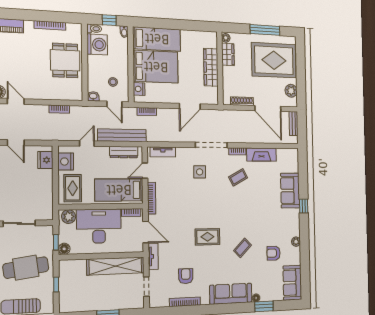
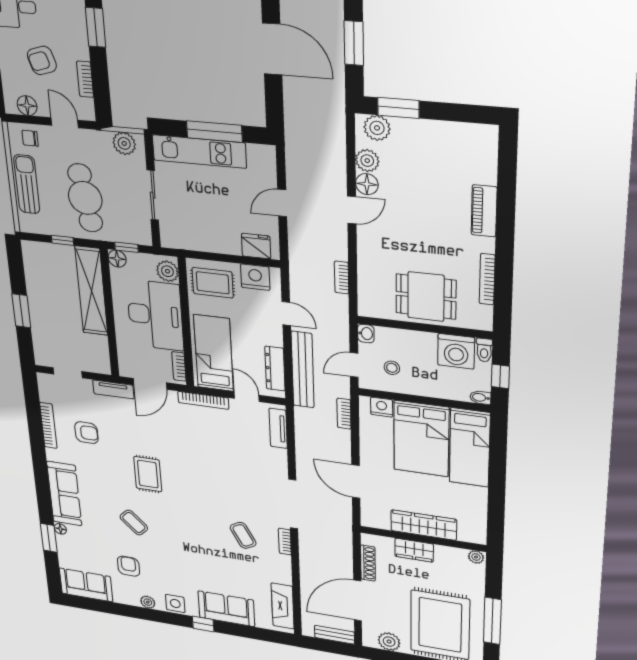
wardrobe: (228, 54) -> (414, 550), moved
fireplace: (261, 155) -> (283, 606), moved
side table: (200, 172) -> (175, 604), moved
shelving: (116, 266) -> (91, 291), moved

